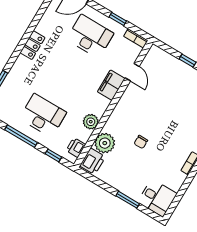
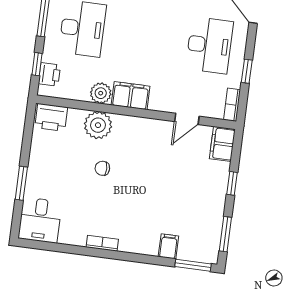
filing cabinet: (159, 56) -> (222, 144), added
filing cabinet: (111, 85) -> (131, 96), moved
plant: (105, 143) -> (98, 125), moved
printer: (76, 148) -> (49, 74), moved, turned 90

